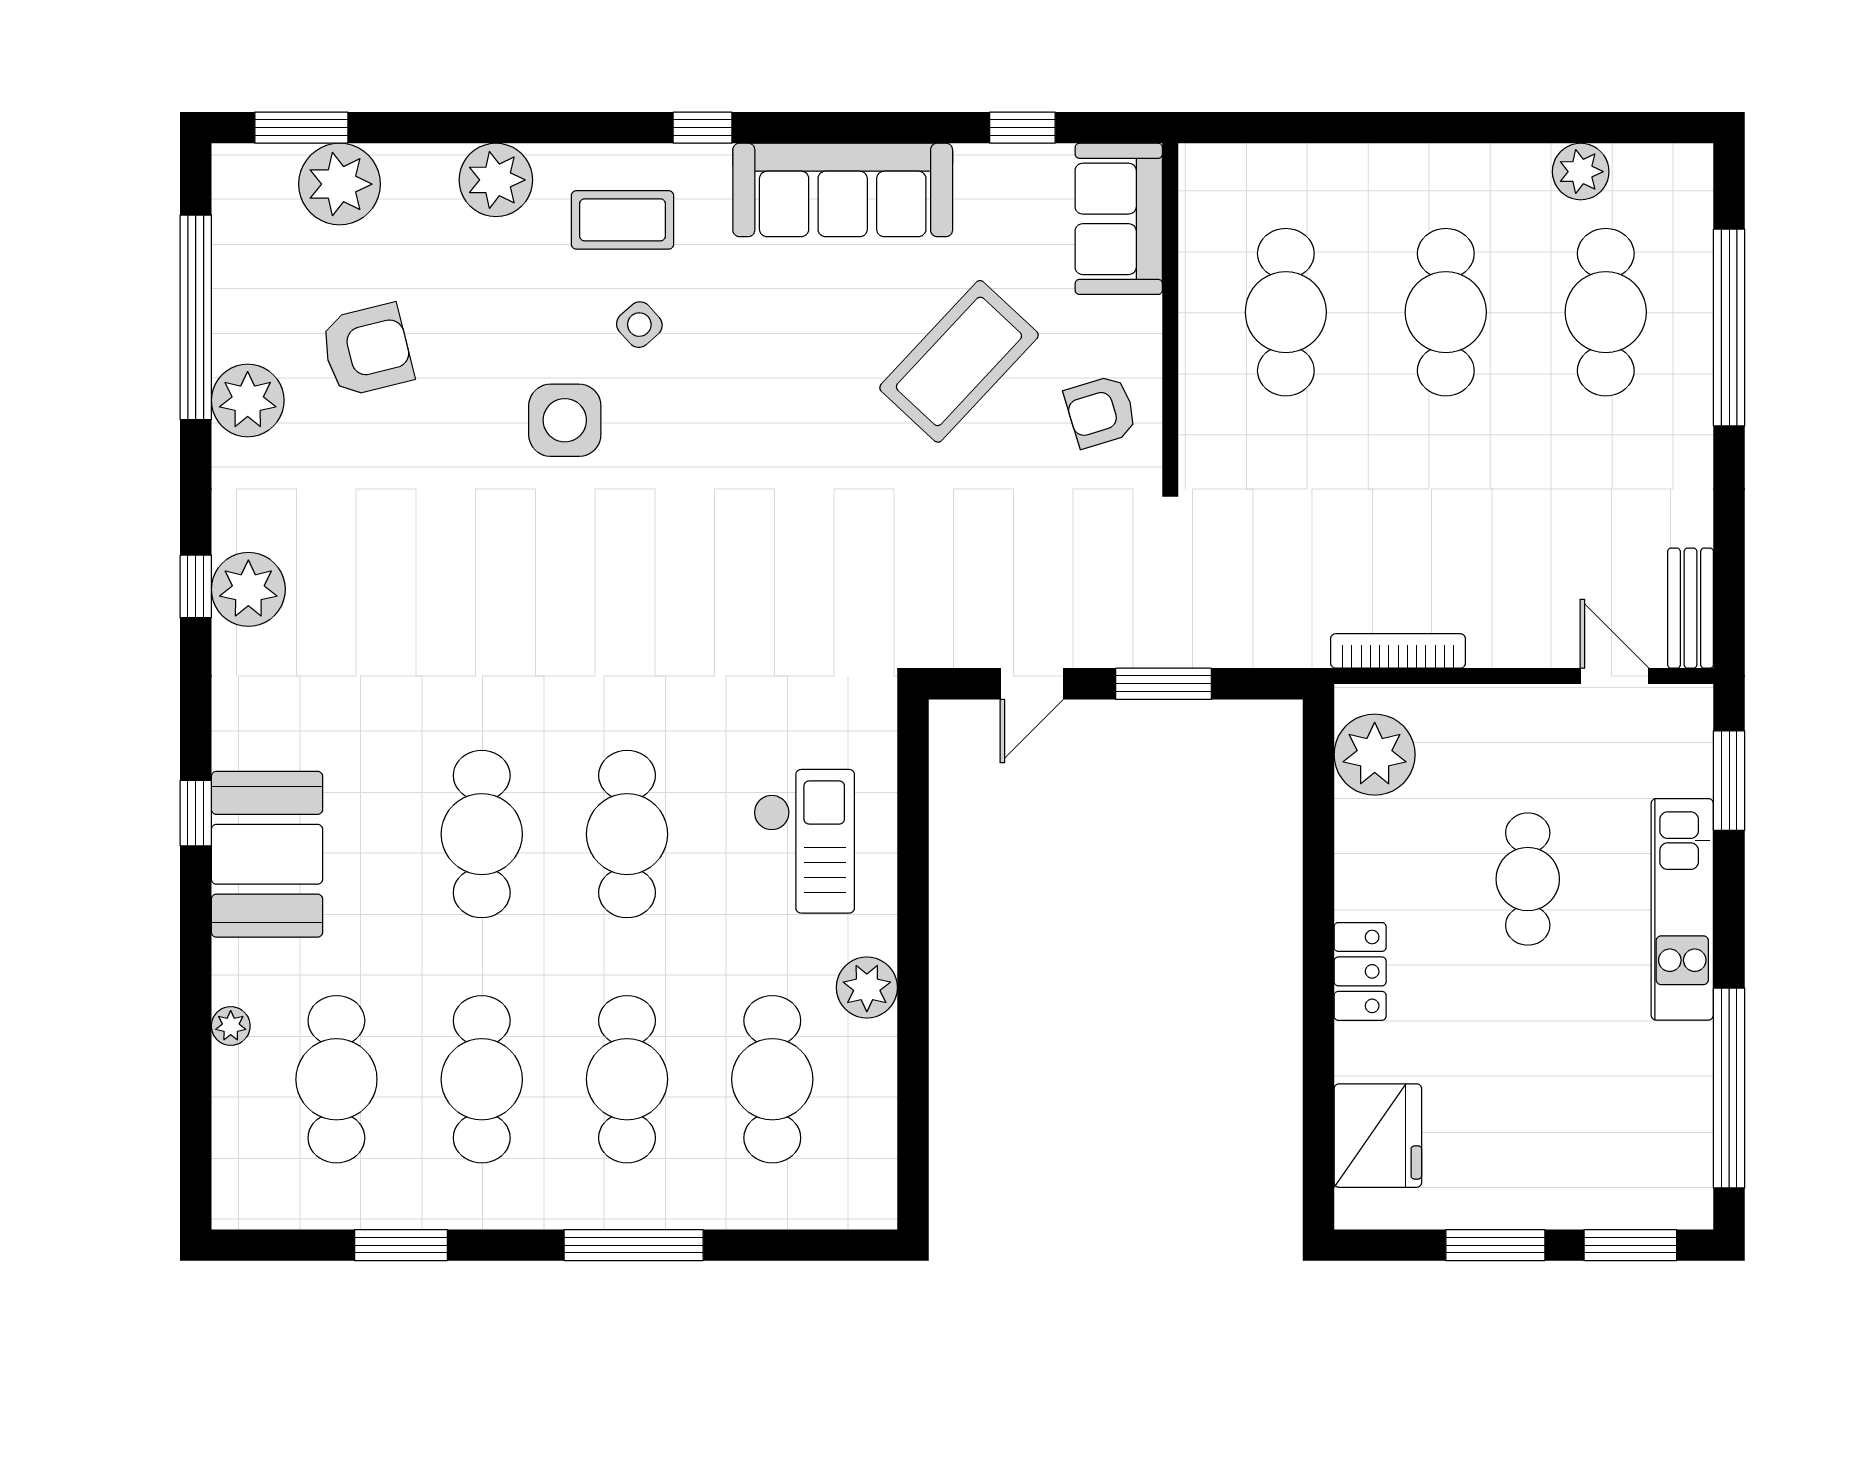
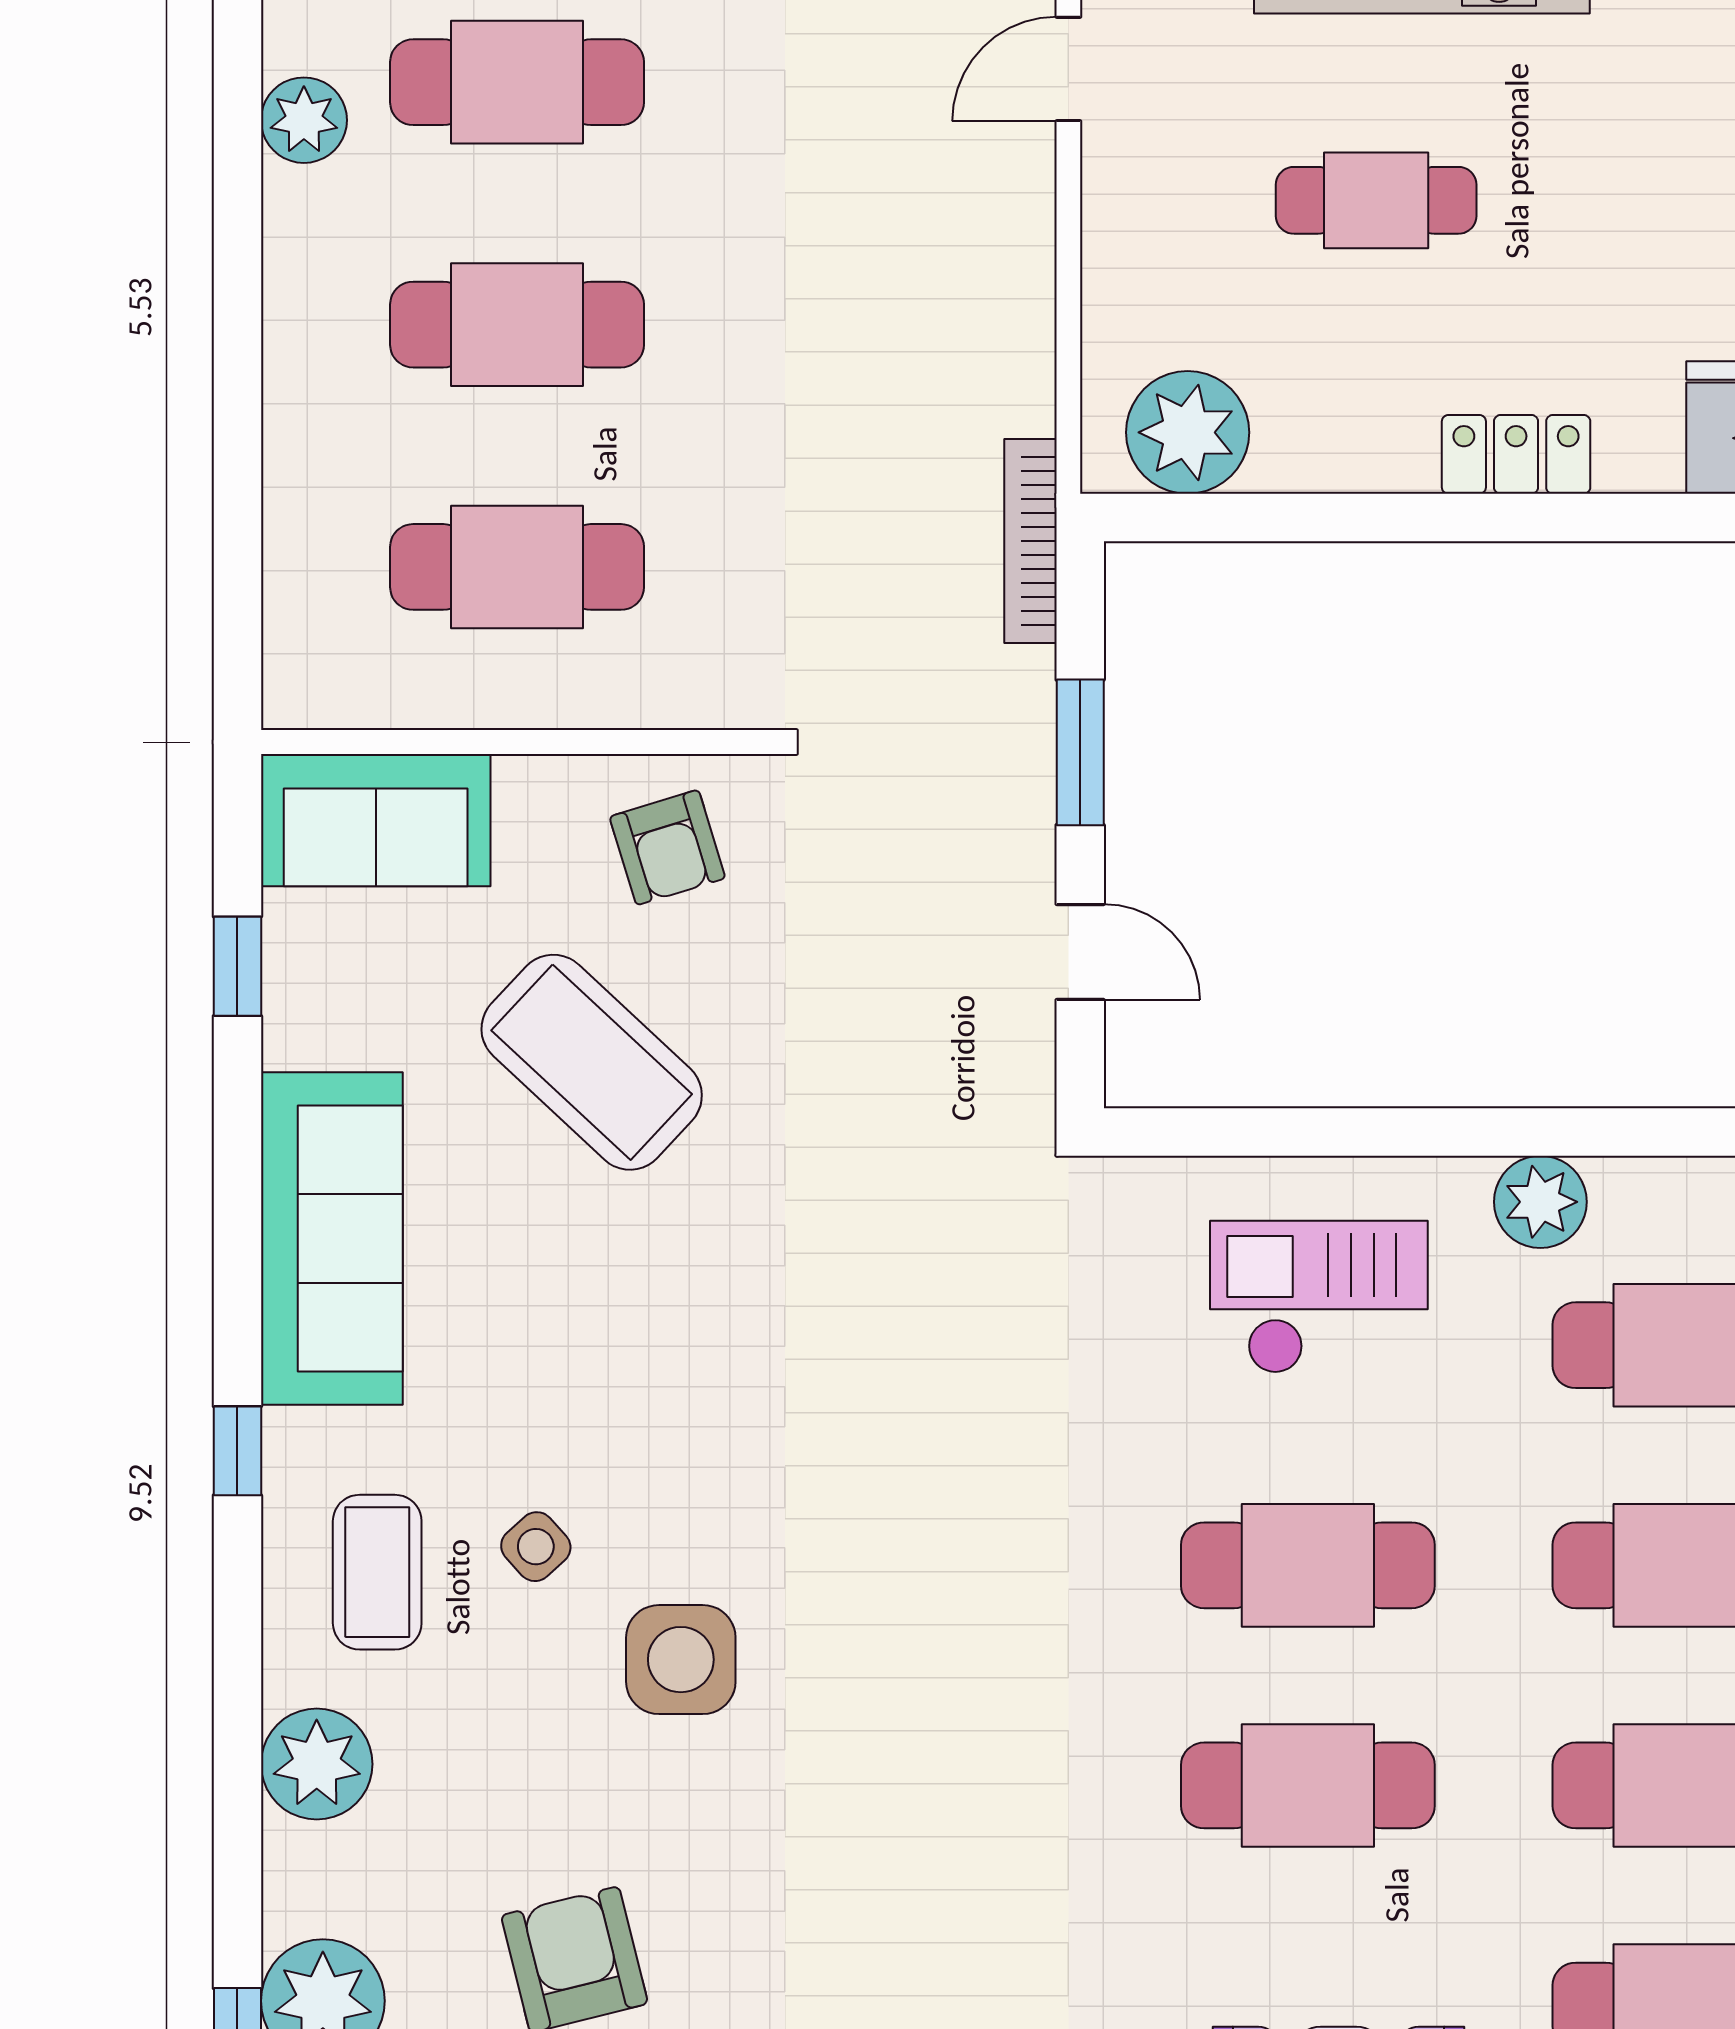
bookcase: (1398, 651) -> (1030, 541), moved

